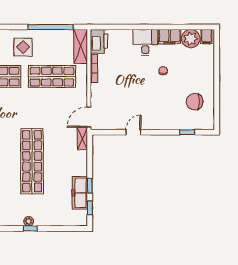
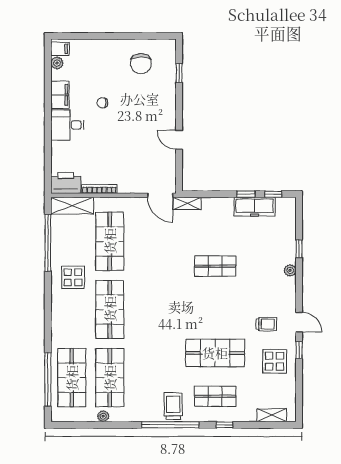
plant: (191, 39) -> (57, 63), width x0.53, depth x0.53
shop shelf: (32, 161) -> (215, 266), width x0.50, depth x0.74
window: (30, 229) -> (299, 249), moved

